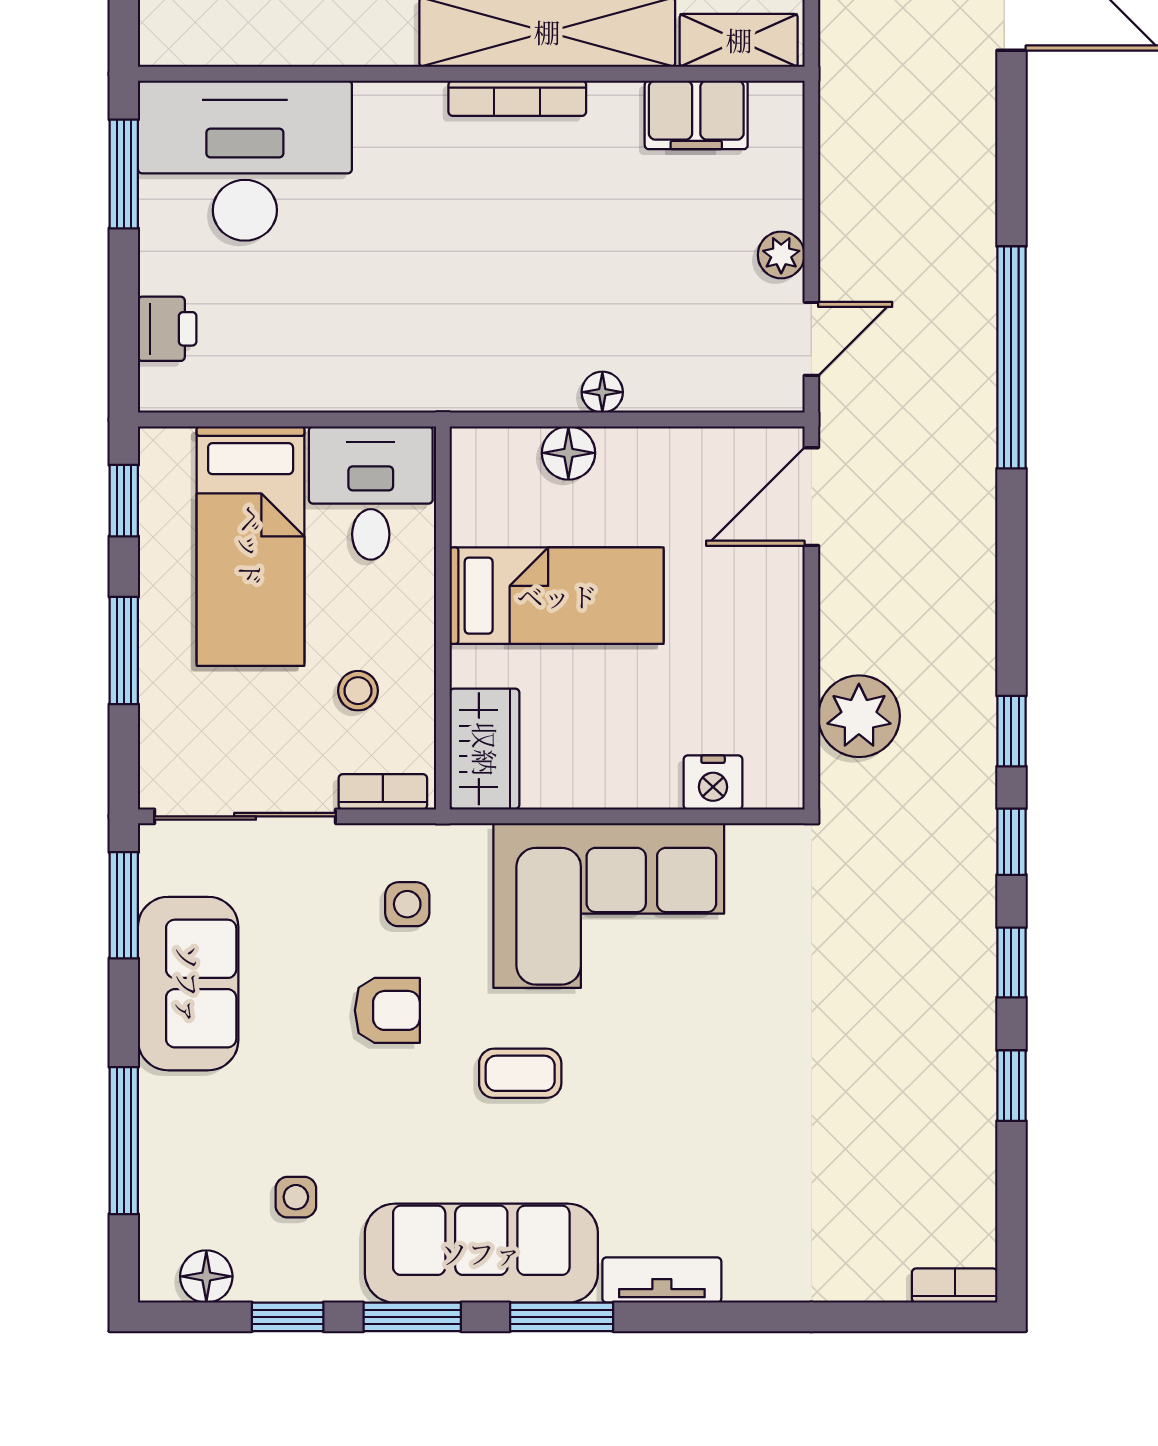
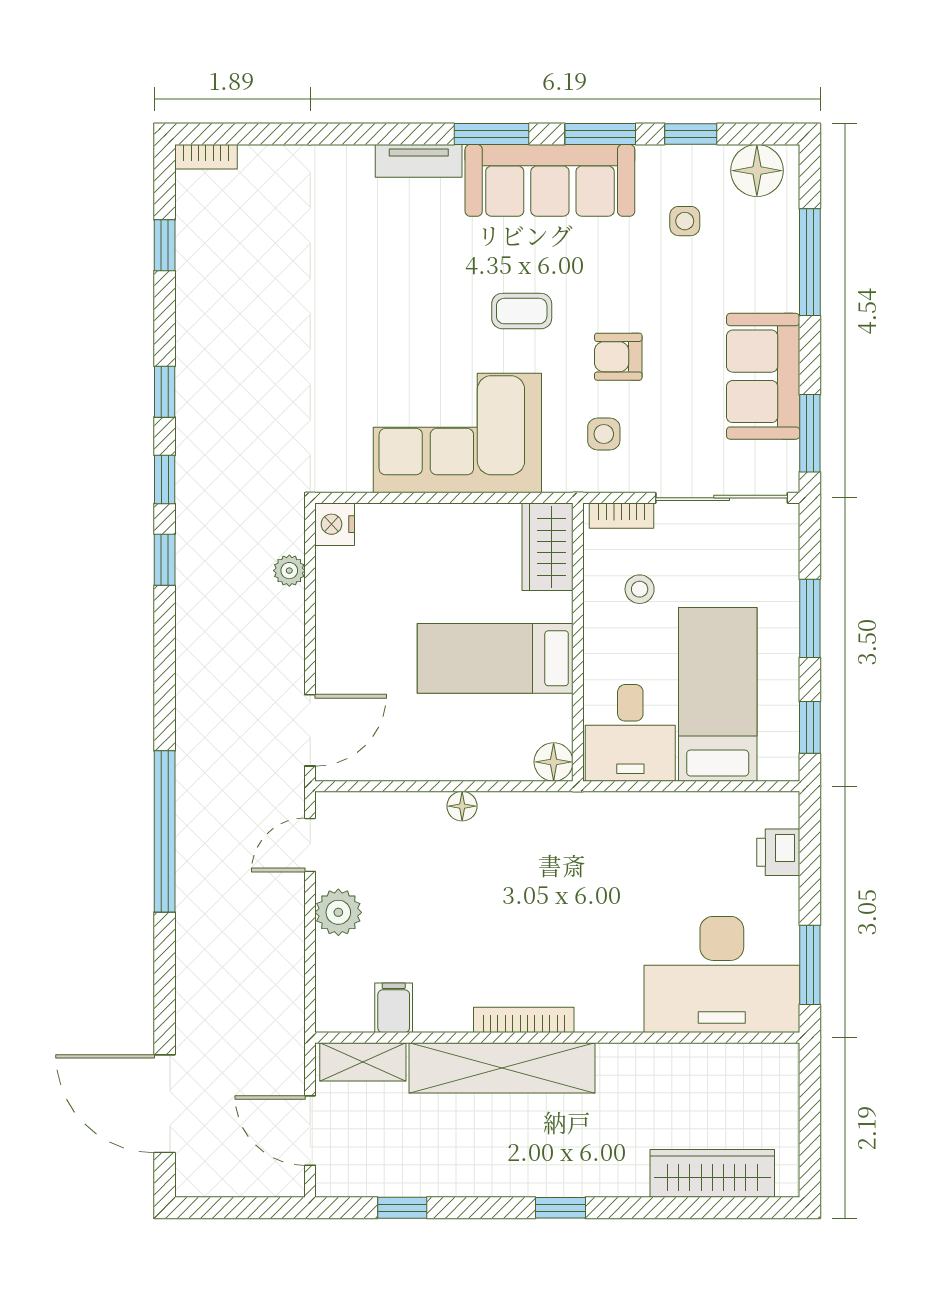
filing cabinet: (696, 115) -> (394, 1008), width x0.50
plant: (781, 255) -> (338, 912), width x1.38, depth x1.38
floor lamp: (568, 453) -> (554, 762), moved
plant: (859, 716) -> (289, 571), width x0.53, depth x0.53
nightstand: (713, 782) -> (335, 524), moved, turned -90
window: (1011, 1086) -> (165, 245), moved
floor lamp: (206, 1276) -> (757, 171), width x1.38, depth x1.38

